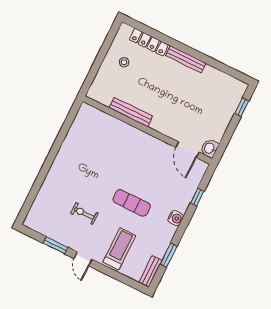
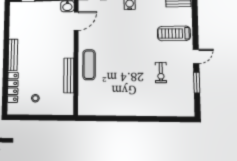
exercise mat: (132, 203) -> (89, 65), moved

